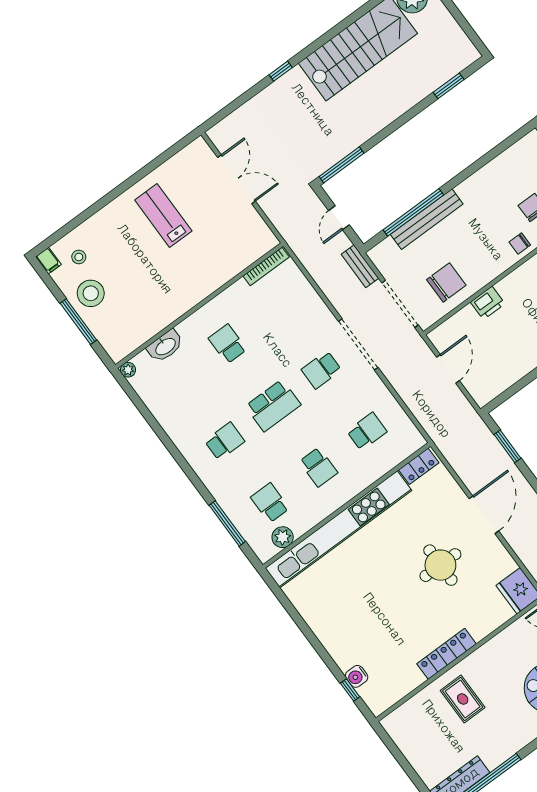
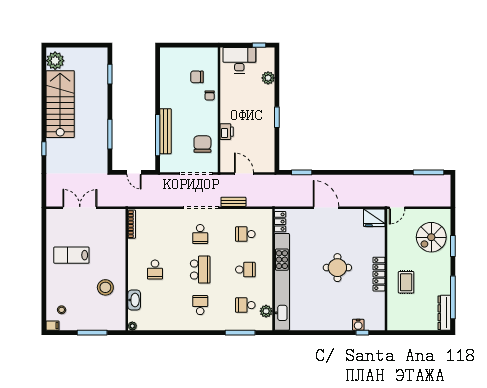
window: (341, 165) -> (110, 134), moved
bench: (360, 266) -> (233, 202), moved
stool: (91, 293) -> (105, 287), moved
school desk: (228, 344) -> (155, 270), turned -90
school desk: (367, 431) -> (245, 234), turned -90
round table: (440, 565) -> (337, 268), moved
rug: (463, 699) -> (406, 282), turned 90

